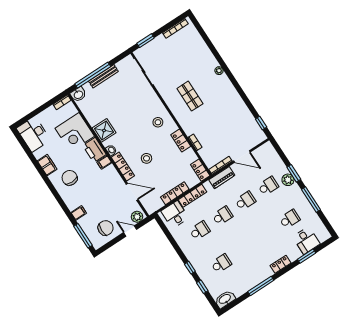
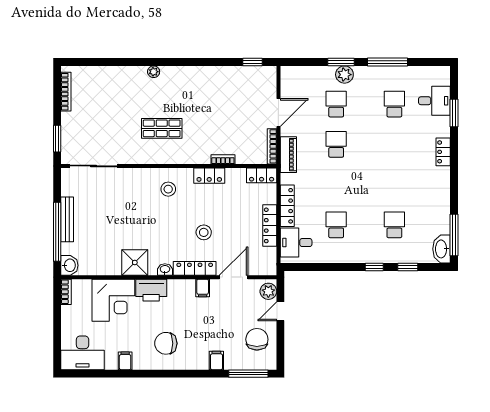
filing cabinet: (104, 162) -> (203, 288), moved
filing cabinet: (47, 165) -> (125, 361), width x0.50
school desk: (222, 216) -> (336, 185), removed
window: (261, 286) -> (454, 235), moved

